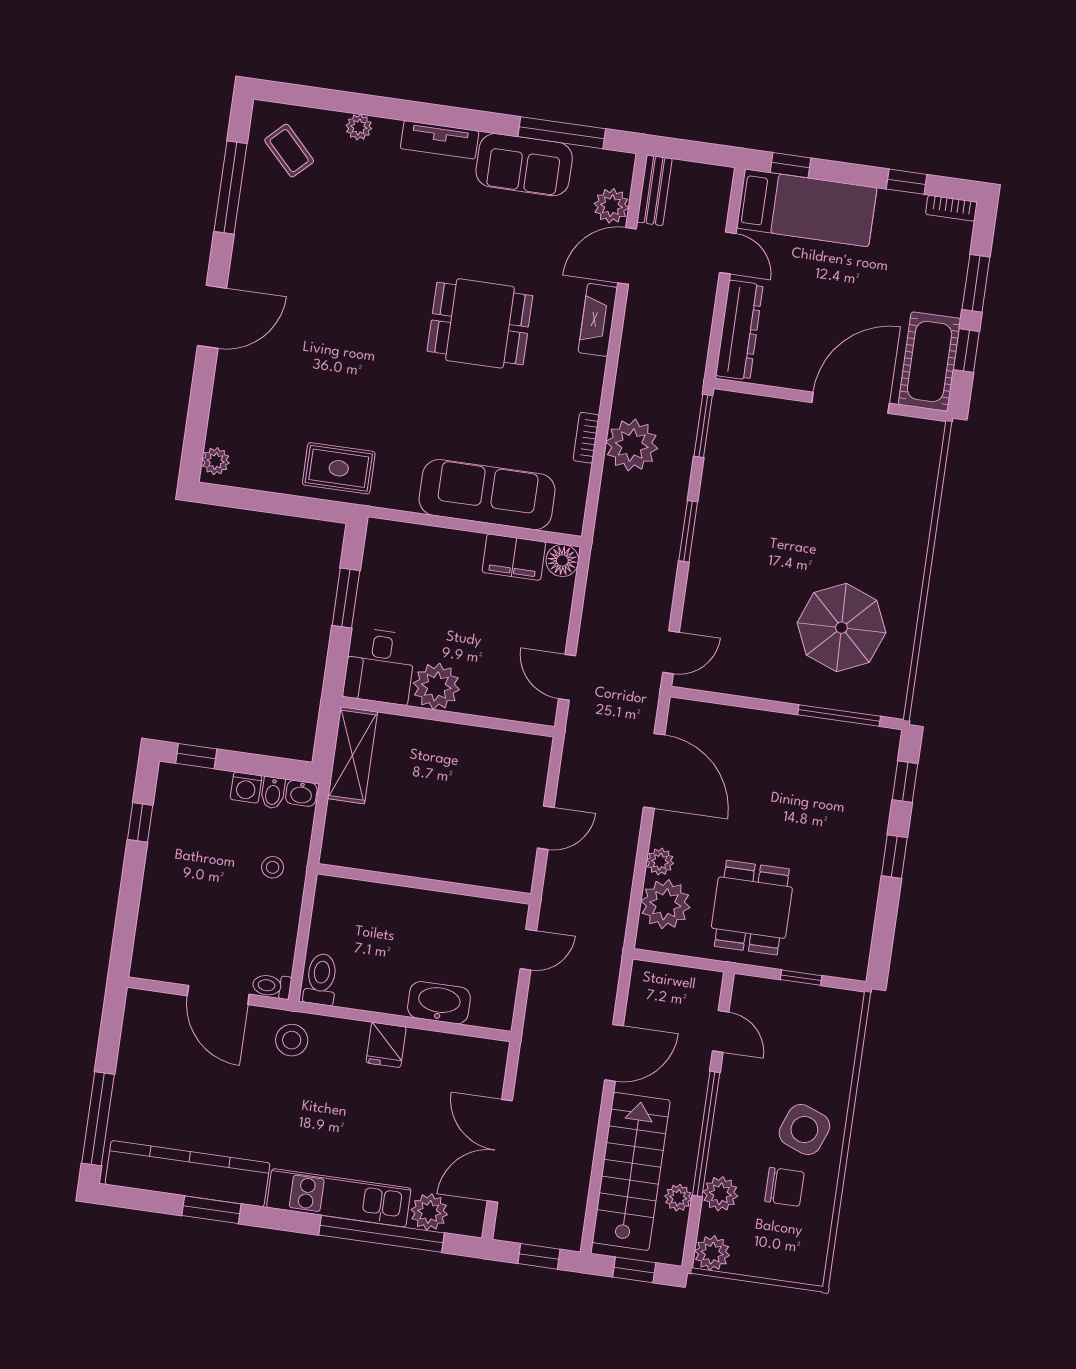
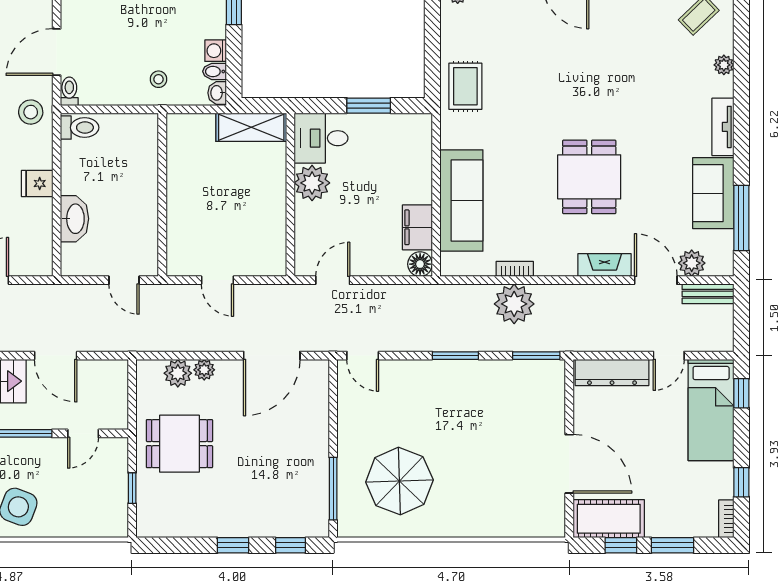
plant: (665, 904) -> (178, 373), width x0.73, depth x0.73

